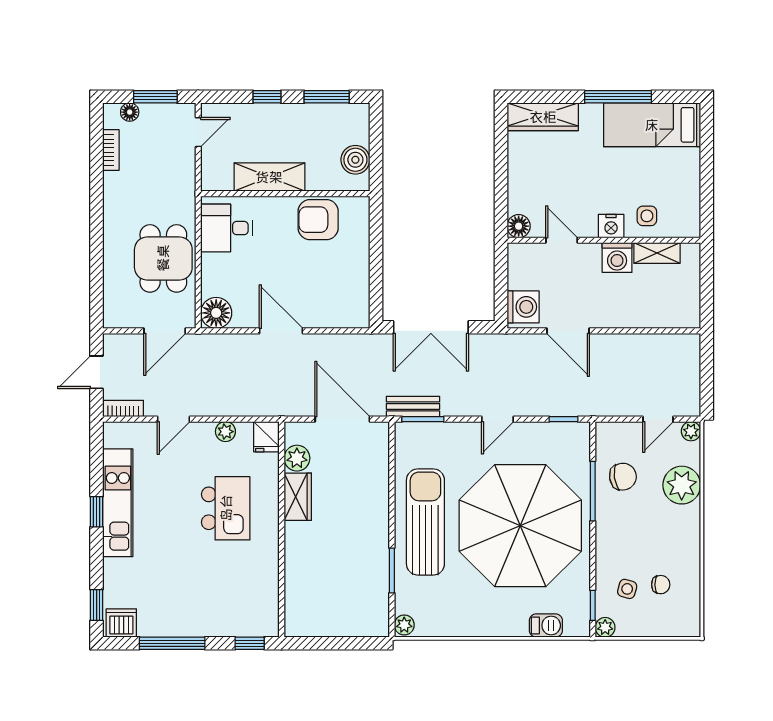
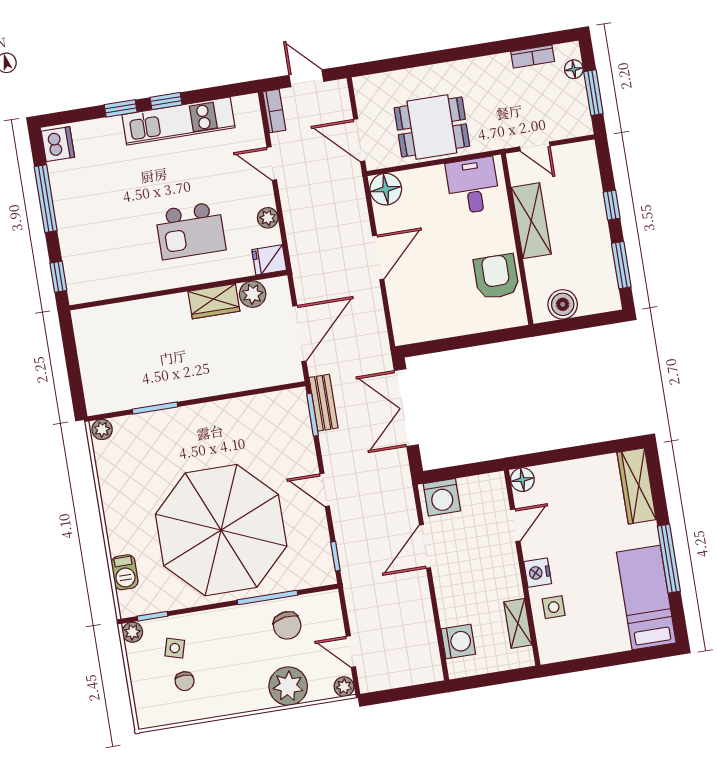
door: (198, 132) -> (535, 146), moved
washing machine: (617, 258) -> (458, 642), moved, turned 180
sun lounger: (425, 522) -> (209, 434), removed
window: (97, 605) -> (121, 108), moved

